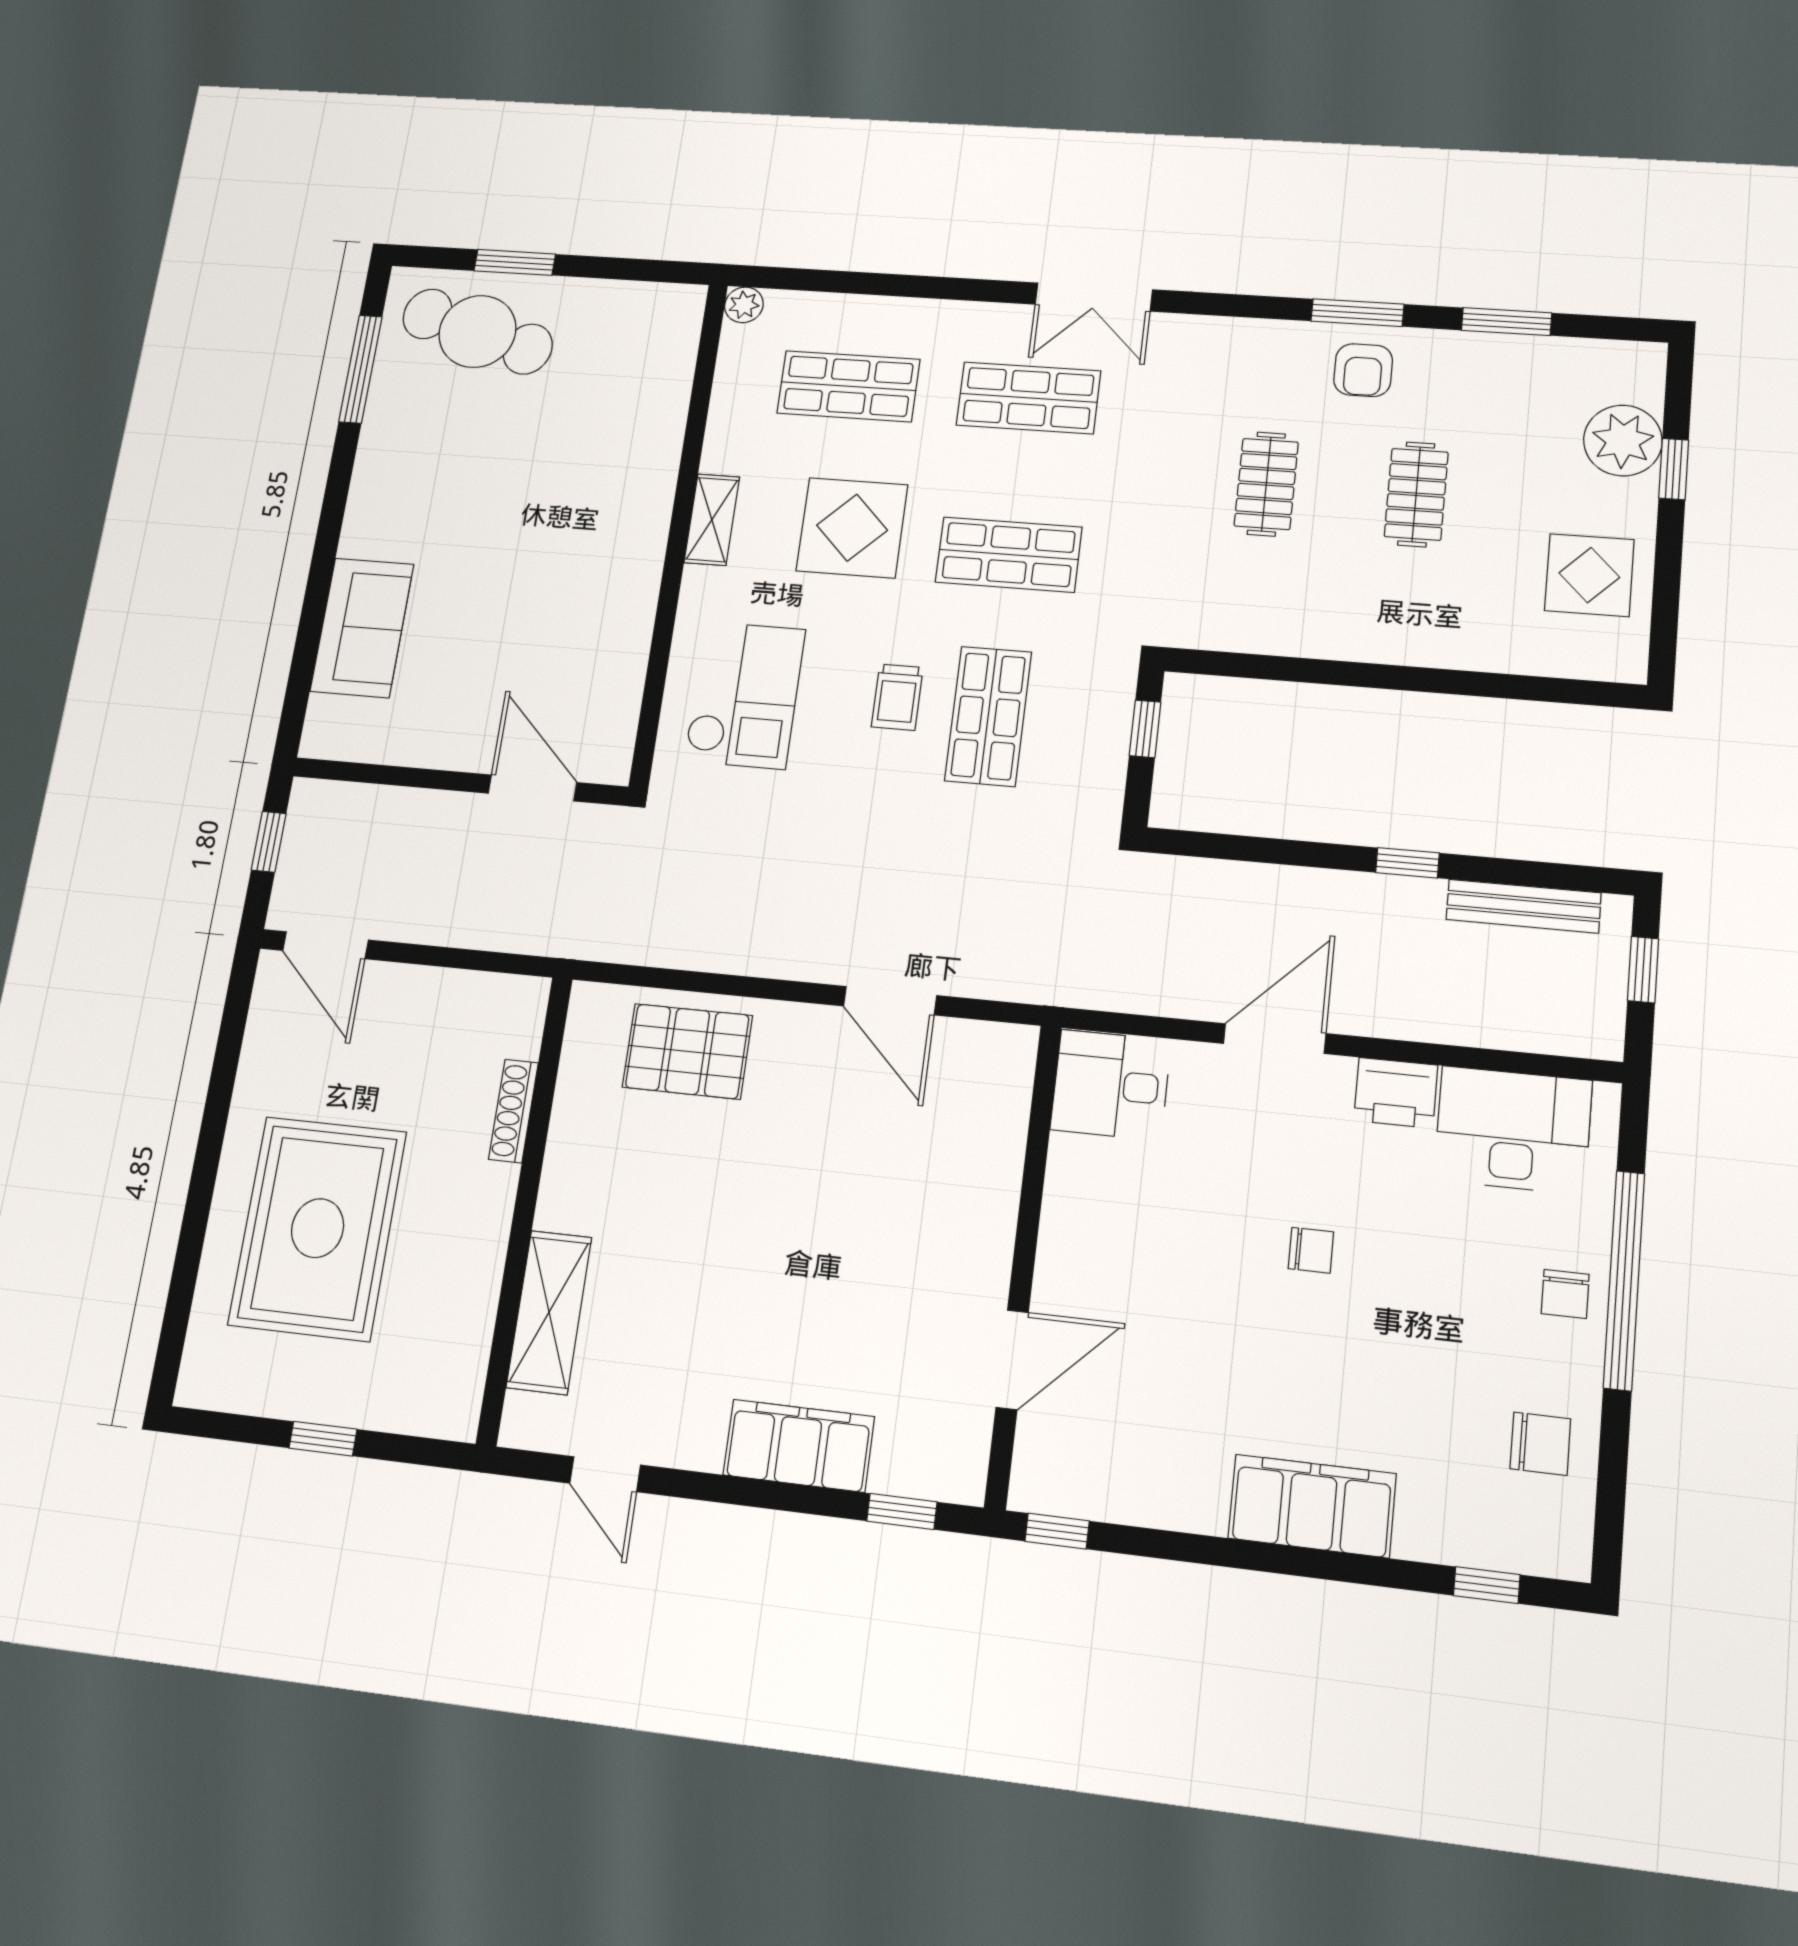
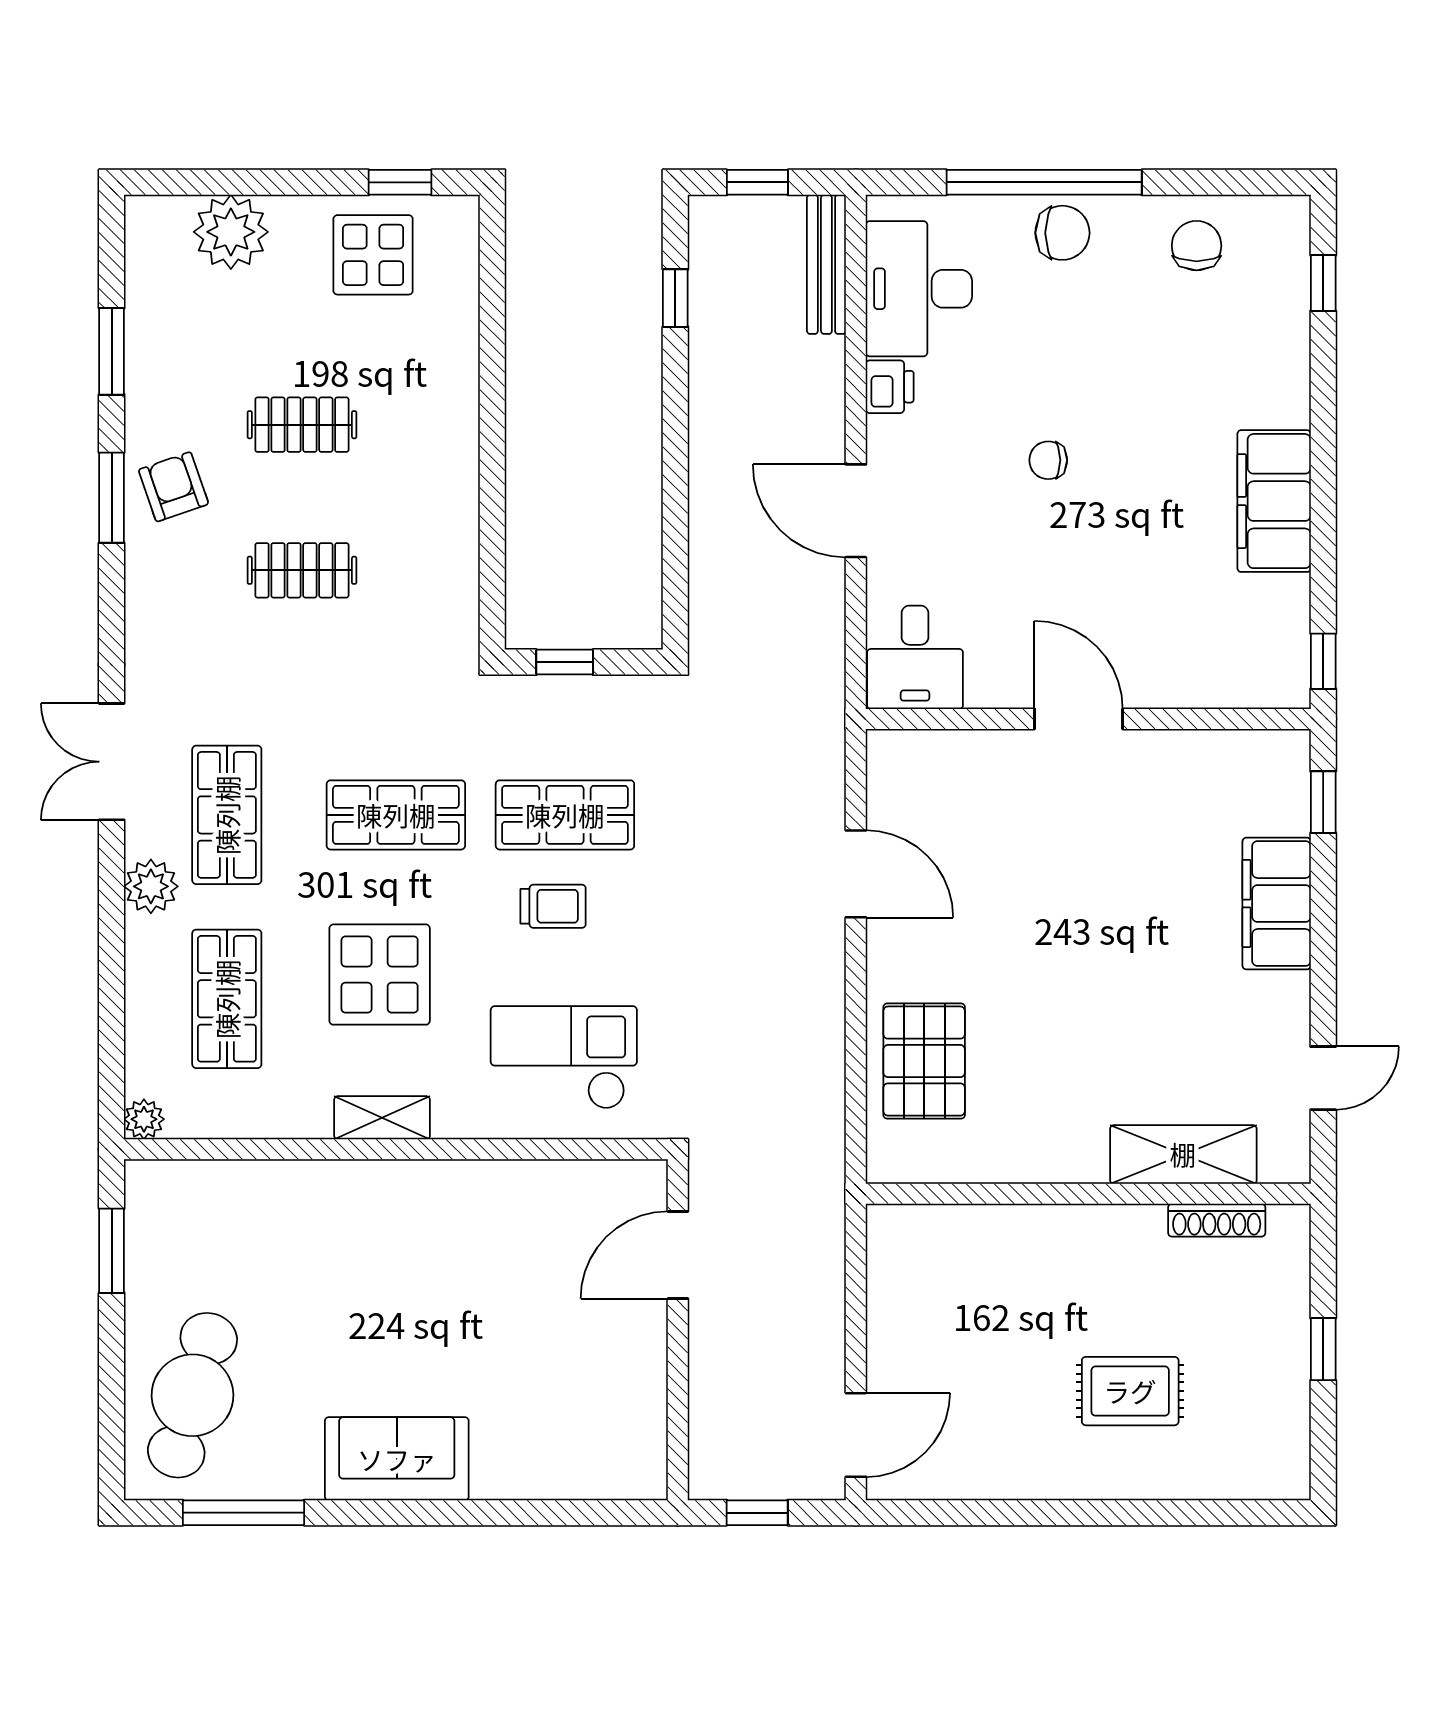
window: (515, 262) -> (112, 1251), moved
double door: (1094, 297) -> (112, 762), swing flipped
plant: (967, 325) -> (151, 886), added
armchair: (1363, 370) -> (173, 487), turned -109
window: (1674, 469) -> (400, 182), moved
shop shelf: (1009, 555) -> (396, 815), turned 90
sofa: (362, 628) -> (397, 1459), moved
window: (1407, 863) -> (675, 298), moved
bench: (1523, 906) -> (826, 264), moved
door: (890, 1001) -> (856, 874), hinge flipped
printer: (1396, 1093) -> (890, 387), width x0.73, depth x0.81
shoe rack: (513, 1111) -> (1217, 1220), moved
rug: (318, 1228) -> (1130, 1391), width x0.54, depth x0.49
chair: (1311, 1250) -> (1048, 460), turned -90
chair: (1565, 1294) -> (1062, 233), width x1.37, depth x1.37
door: (1012, 1360) -> (1079, 719), moved
filing cabinet: (1312, 1506) -> (1274, 501), moved

